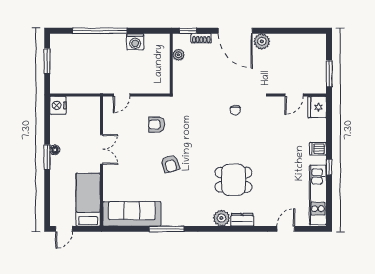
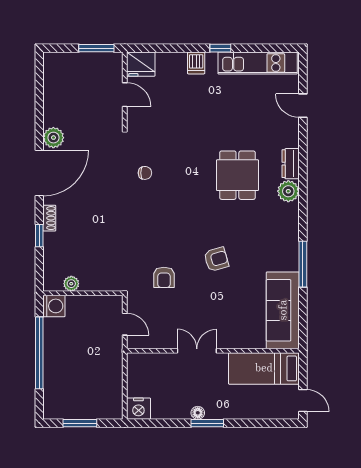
plant: (178, 55) -> (71, 284), moved
wall: (171, 64) -> (83, 293), moved

